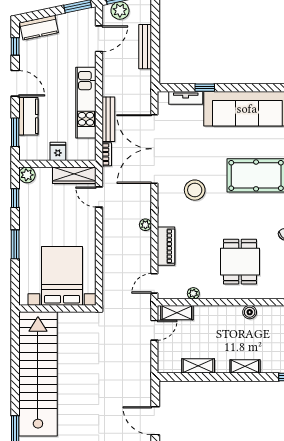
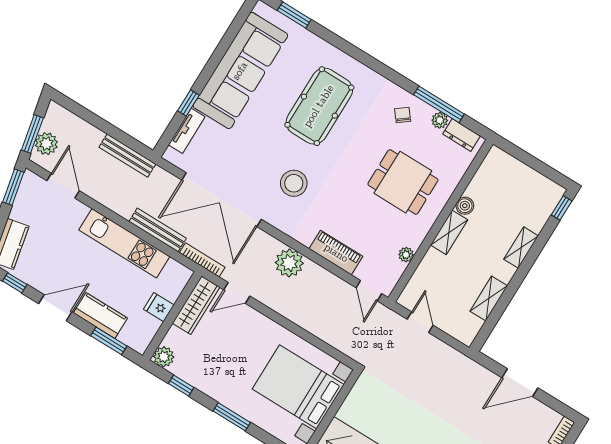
bench: (145, 47) -> (127, 156), moved
bookcase: (107, 154) -> (202, 260), width x1.56
plant: (145, 225) -> (289, 263), width x1.87, depth x1.87
shelving: (177, 313) -> (449, 232), moved

